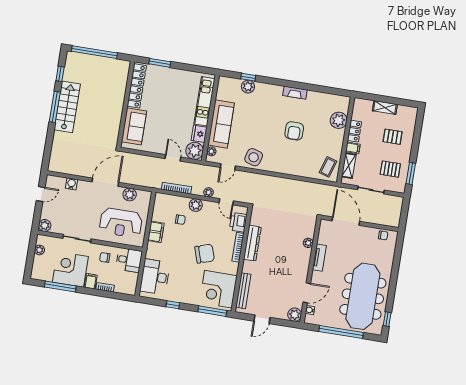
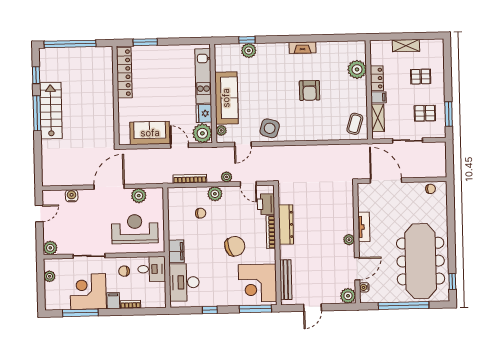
sofa: (134, 126) -> (150, 133), moved, turned -90
reception desk: (121, 223) -> (135, 229), turned 180
filing cabinet: (156, 232) -> (176, 251), moved
plant: (308, 243) -> (349, 240), moved

